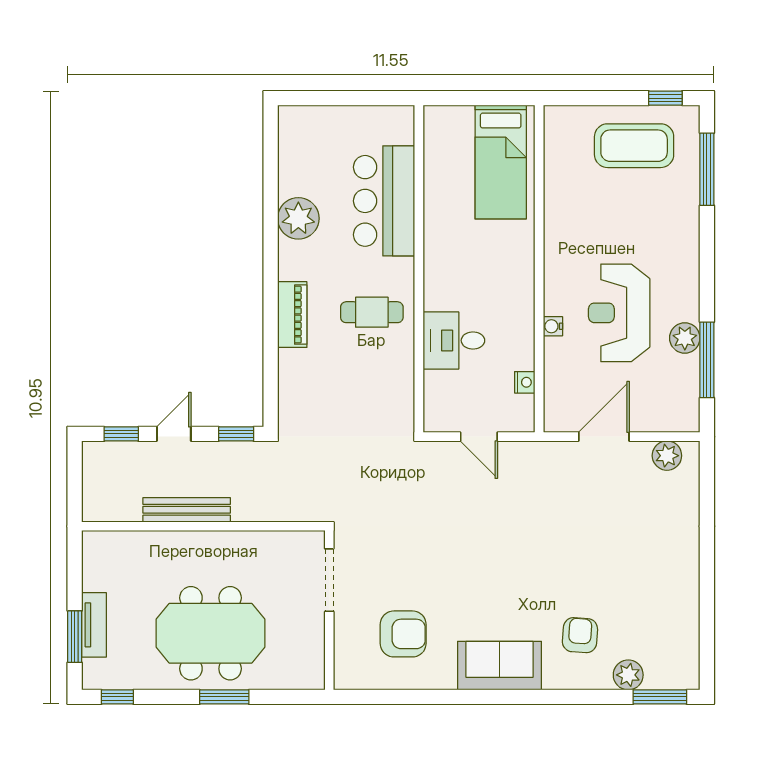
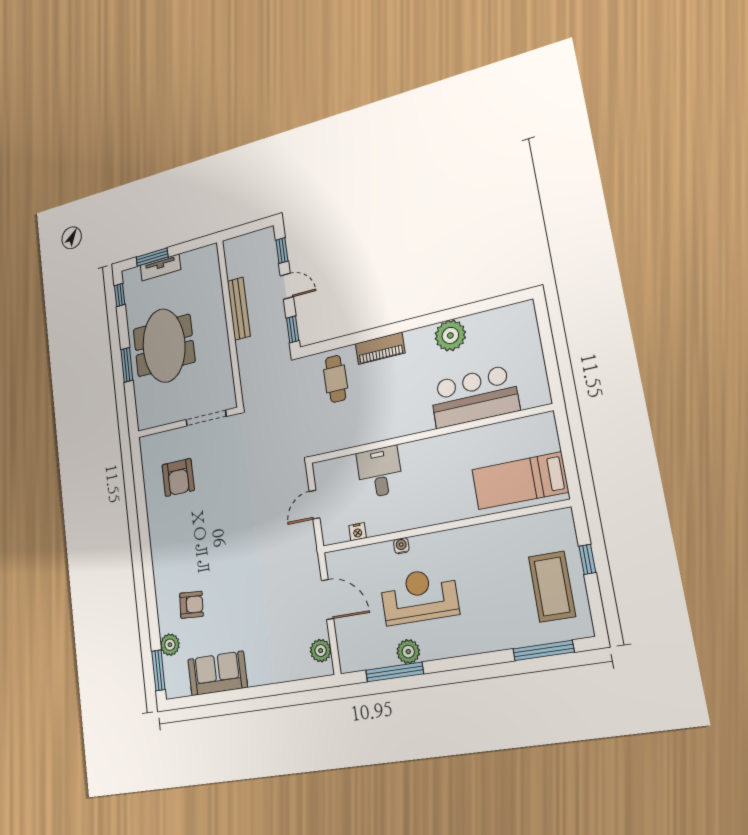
window: (665, 98) -> (587, 559), moved
cafe table: (372, 312) -> (336, 379), moved
sofa: (500, 666) -> (217, 673), moved, turned -90

